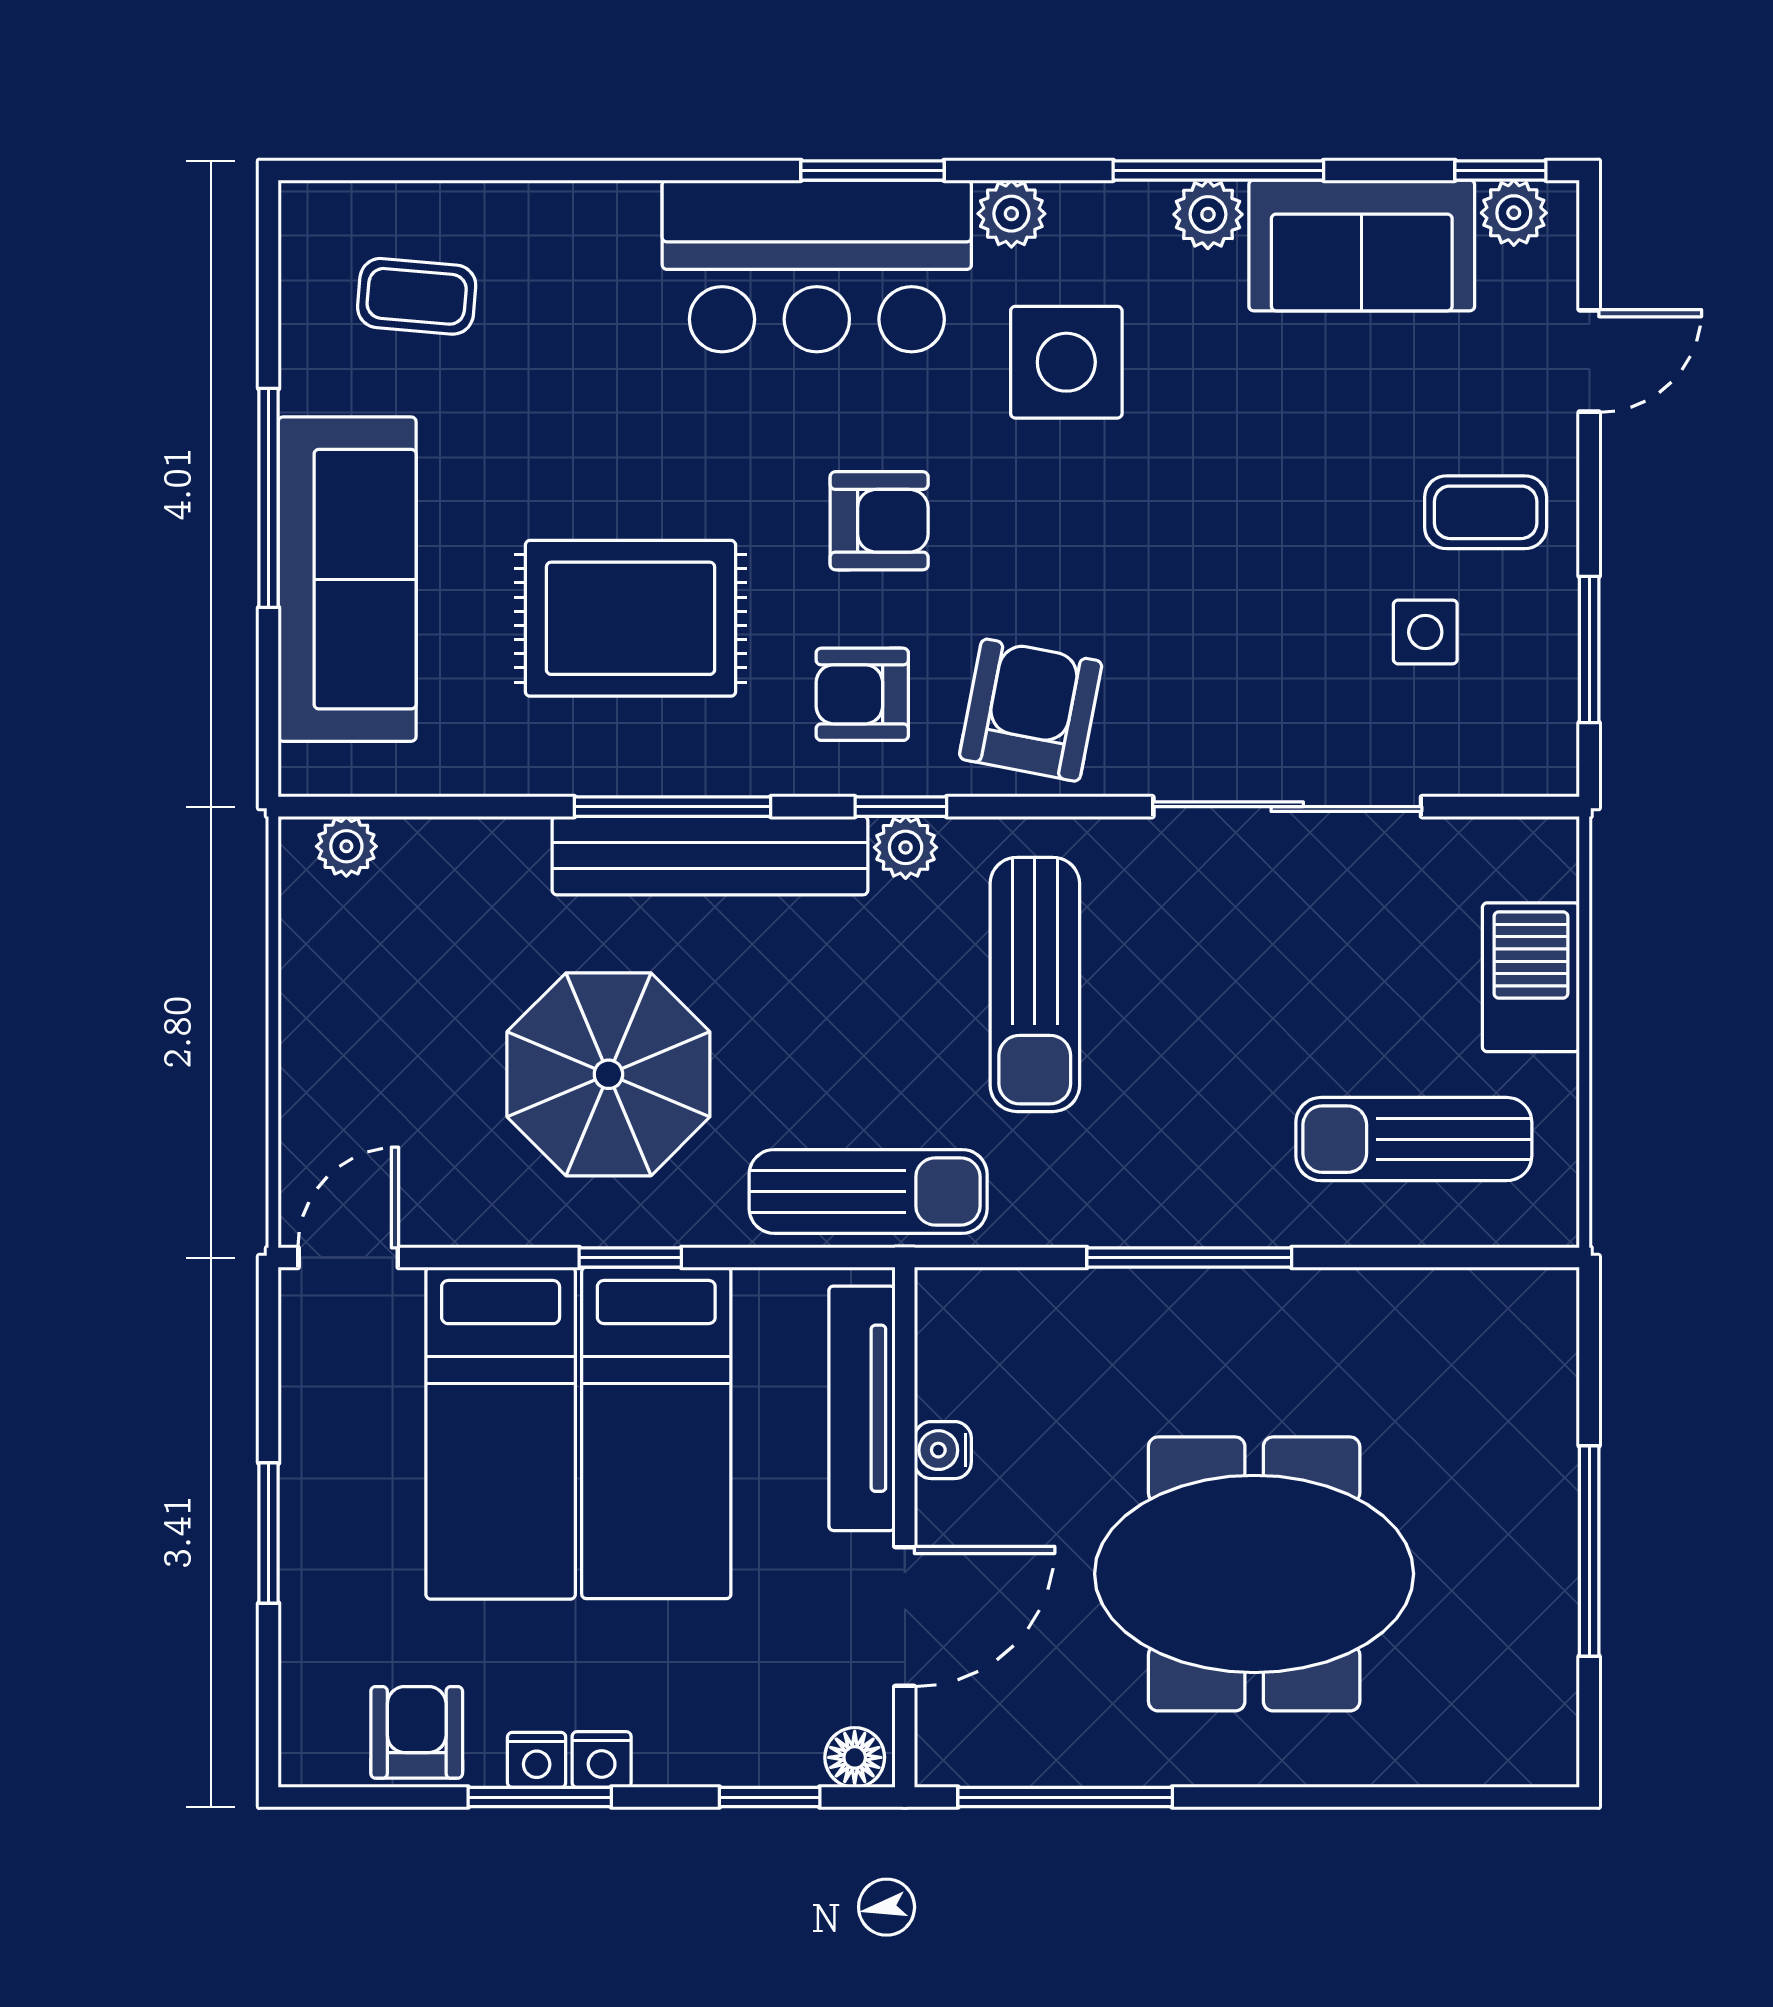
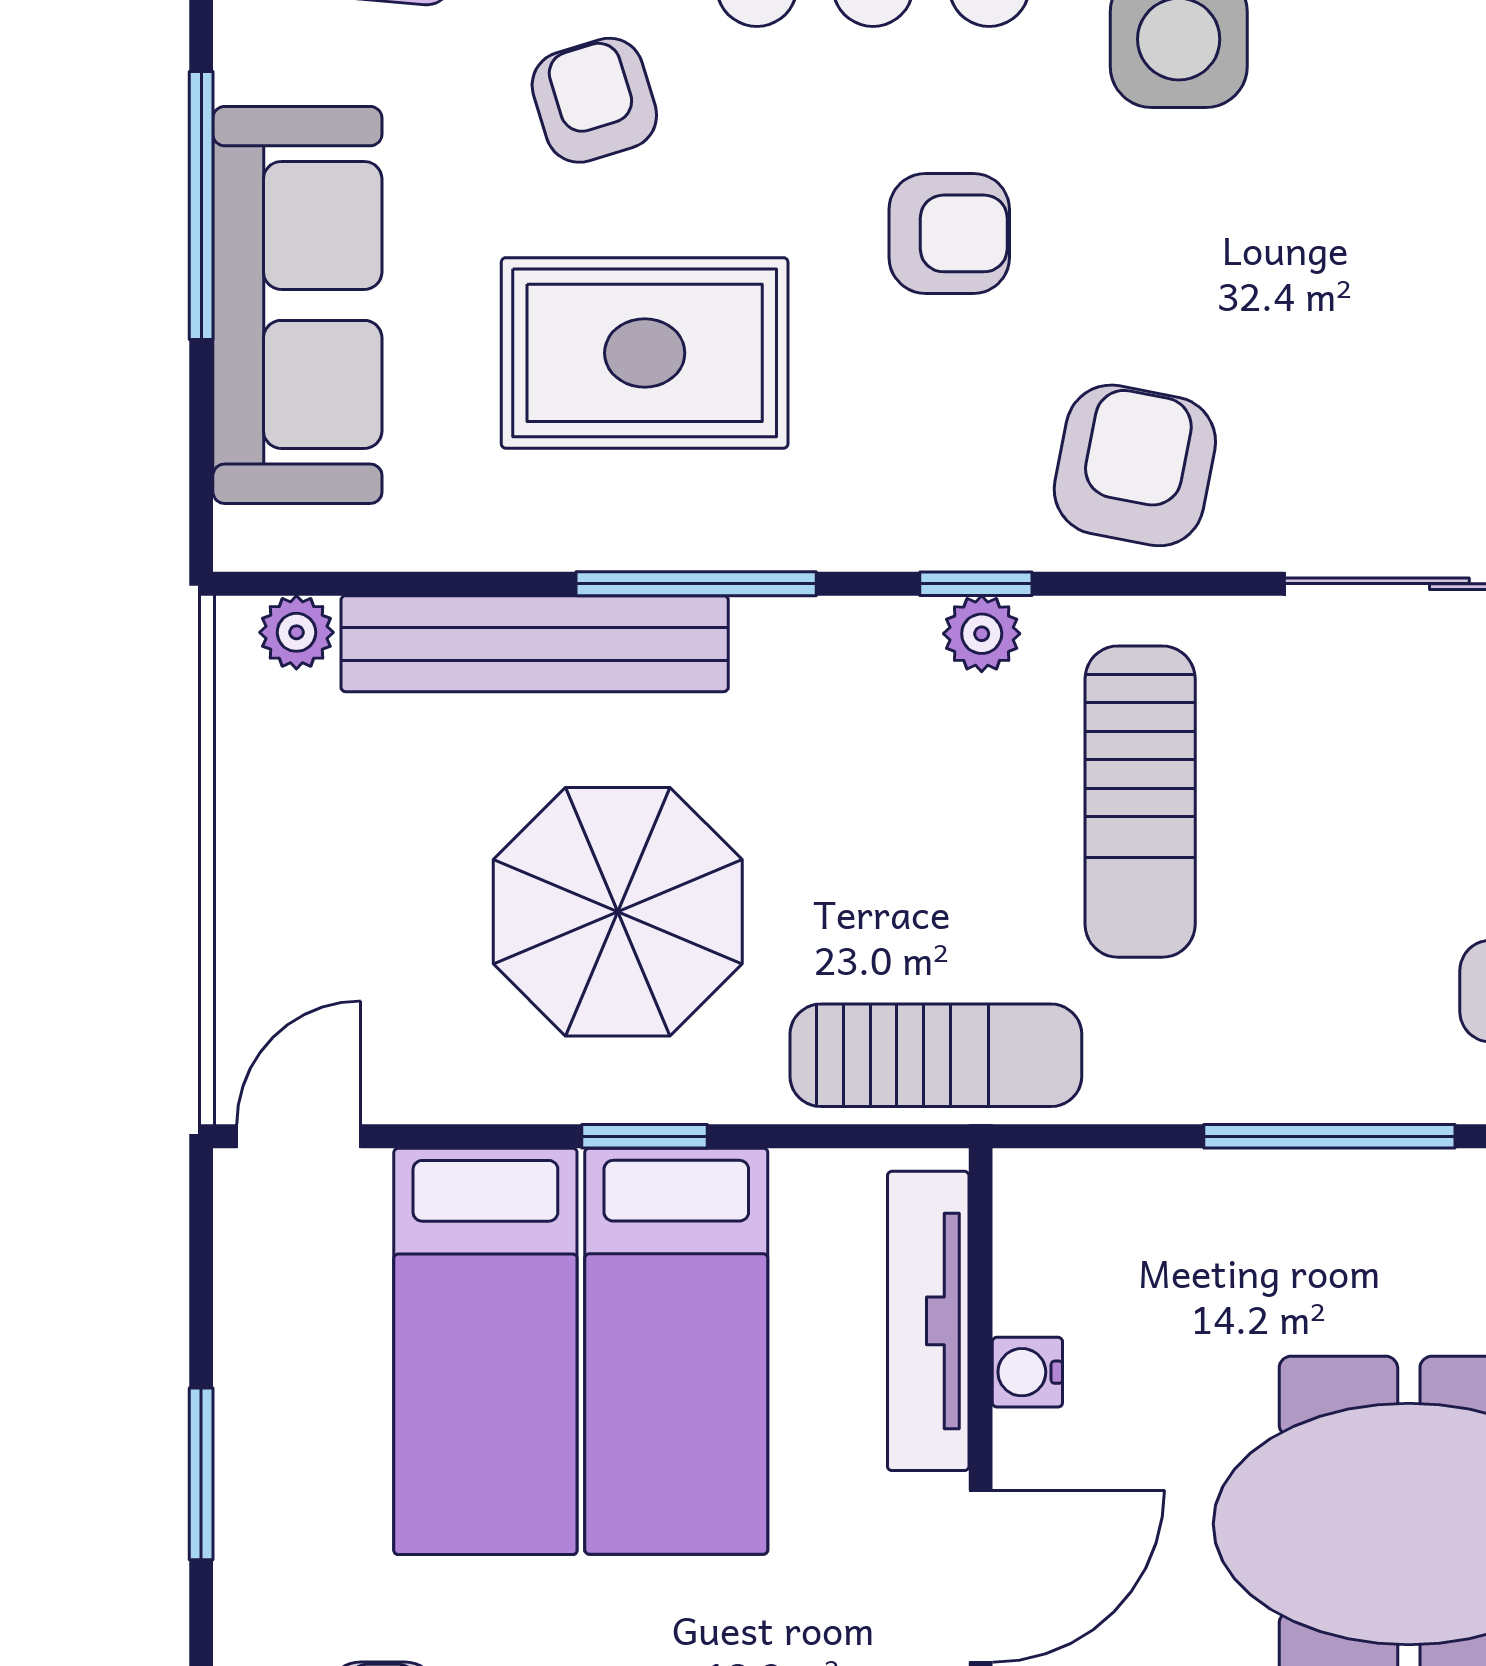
armchair: (862, 694) -> (594, 100), moved, turned 73
bench: (710, 856) -> (535, 644), moved

